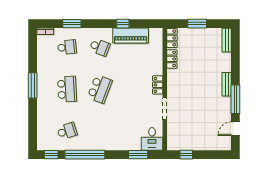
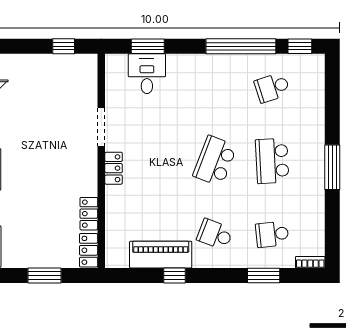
desk: (152, 139) -> (147, 74), moved

